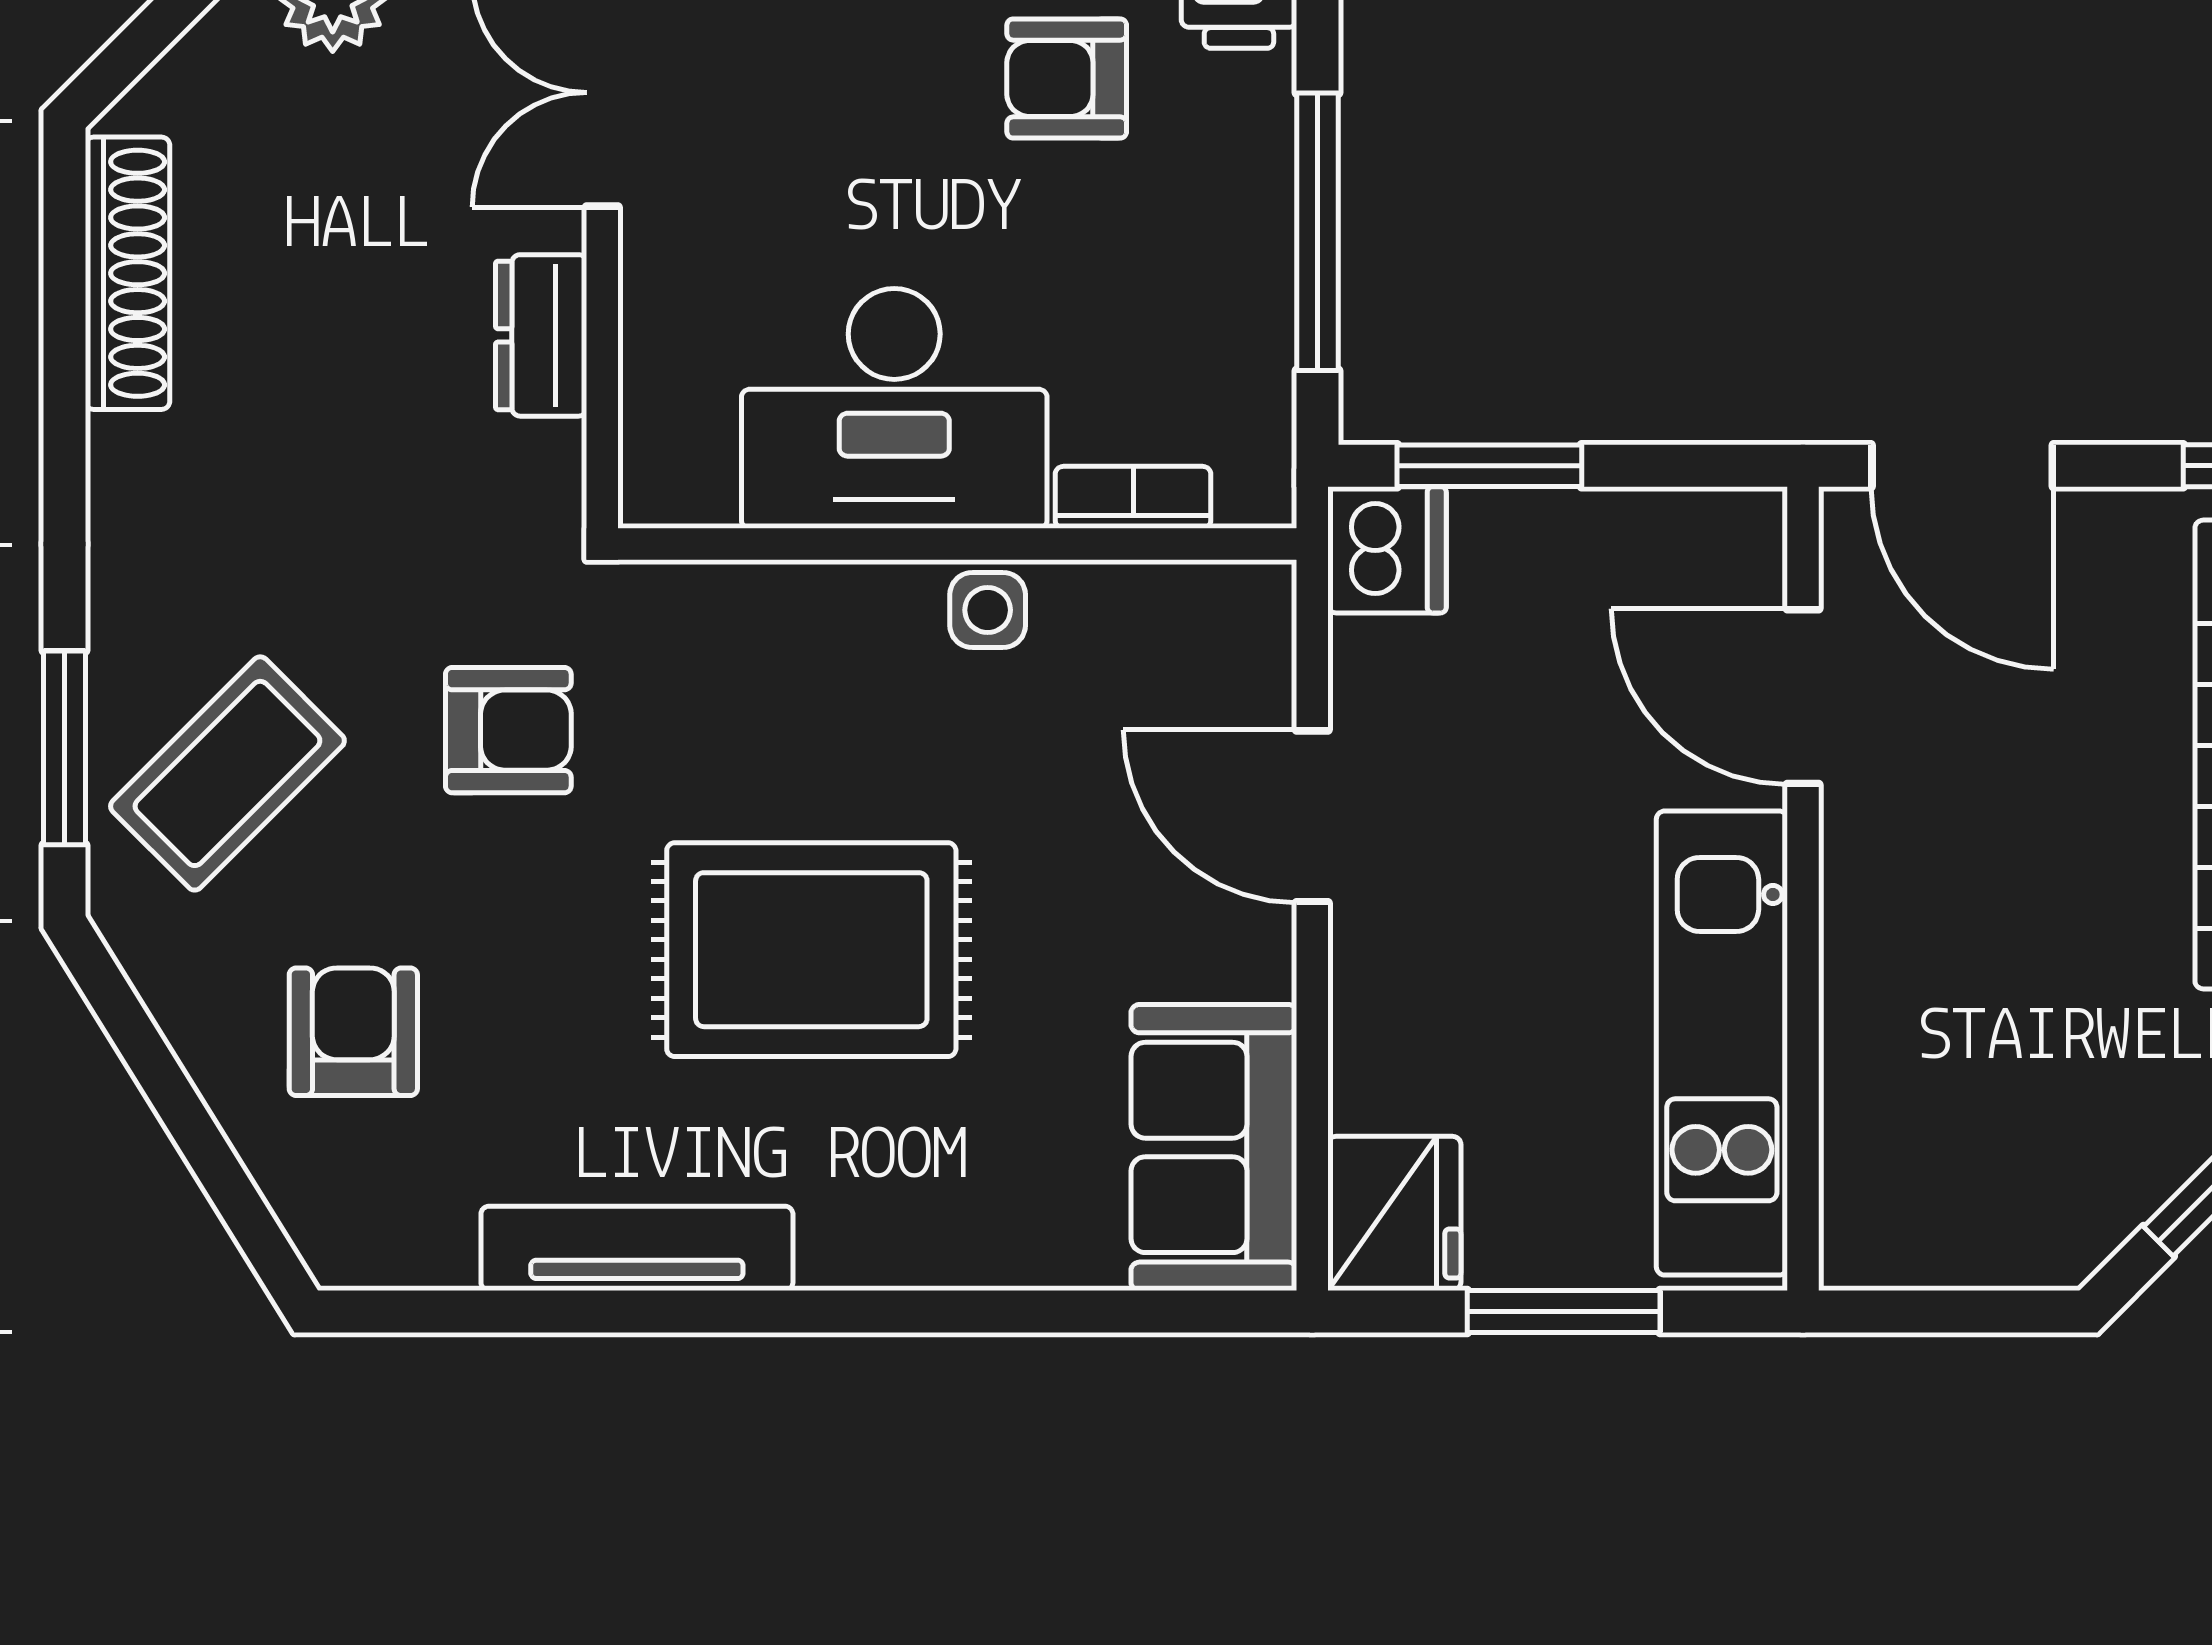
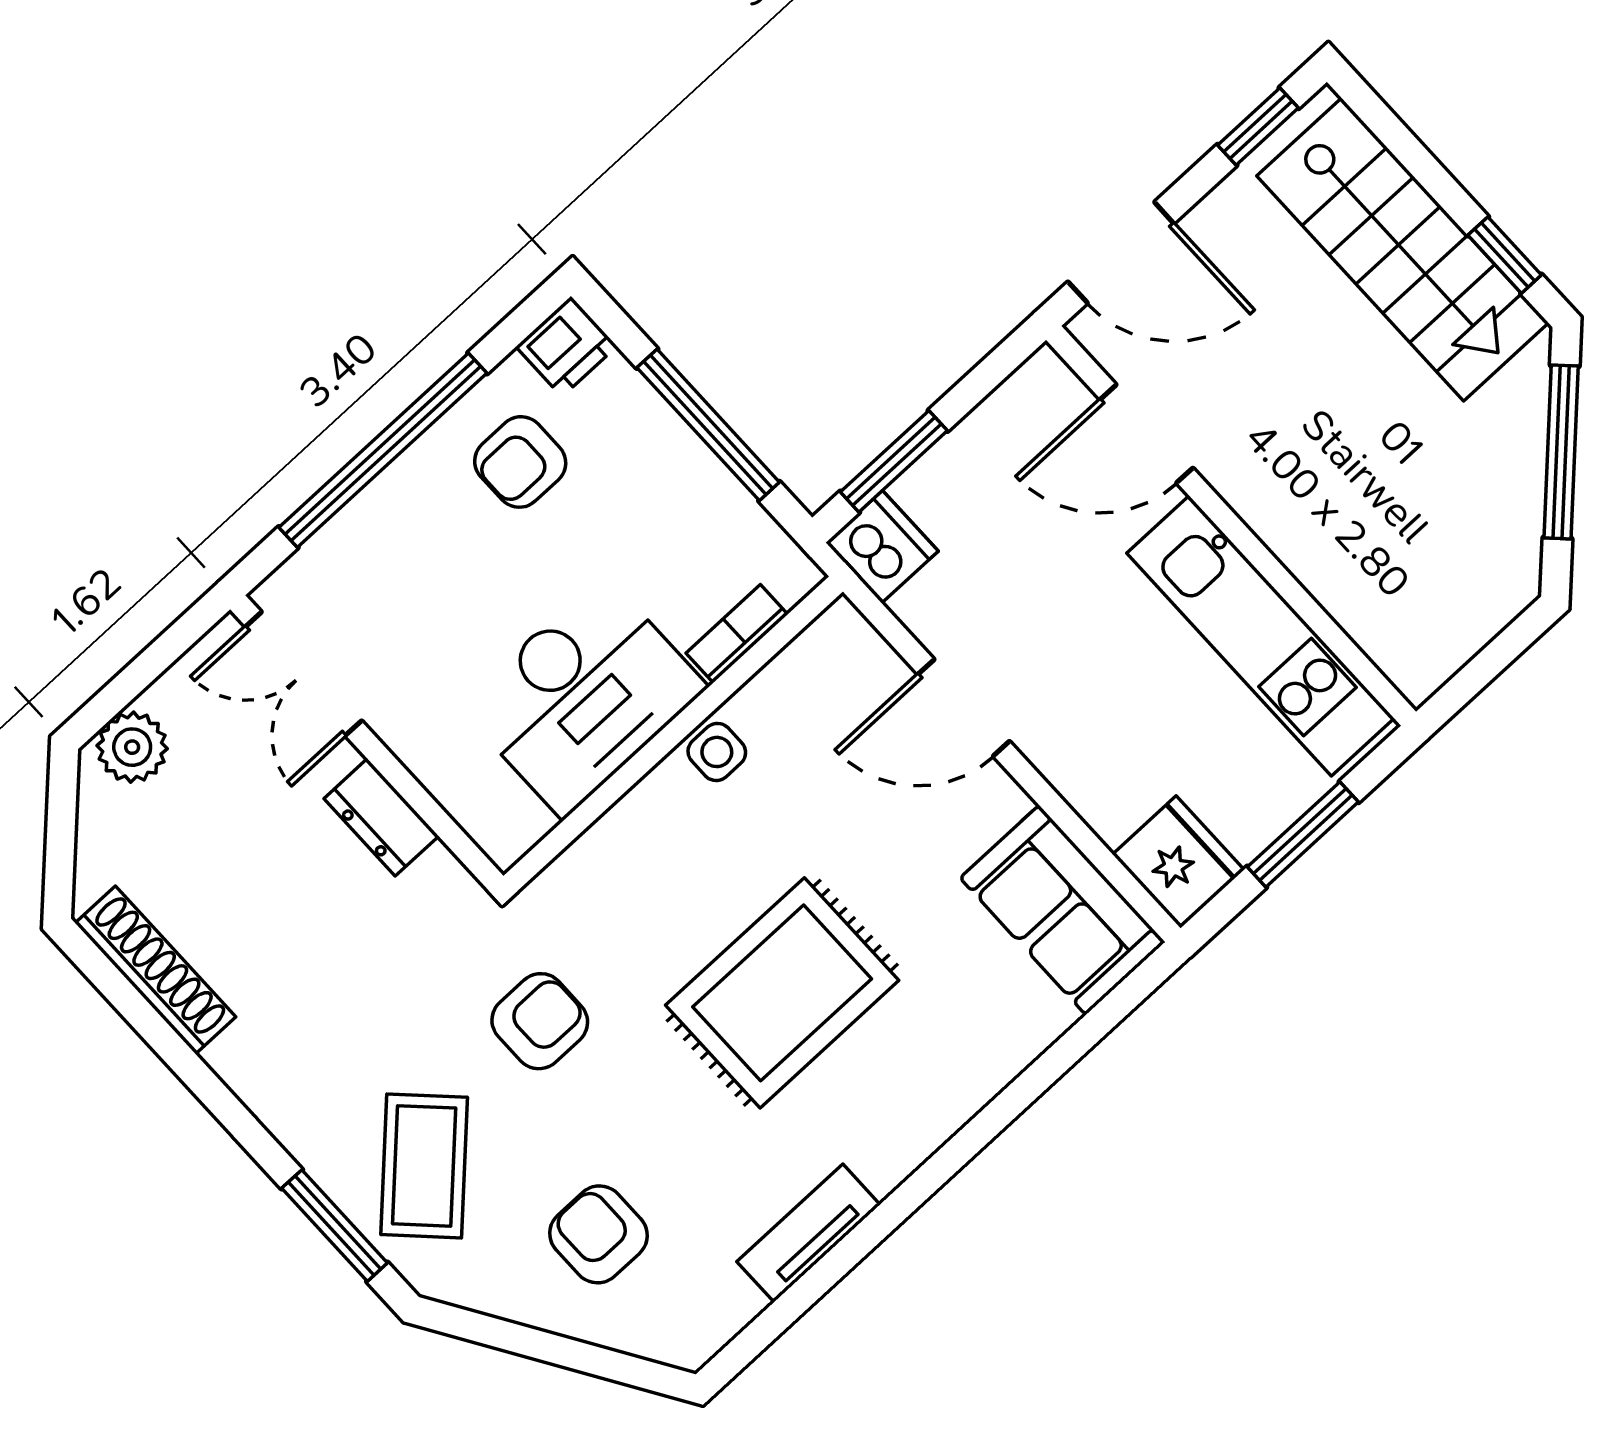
tv unit: (637, 1248) -> (808, 1233), width x0.71

